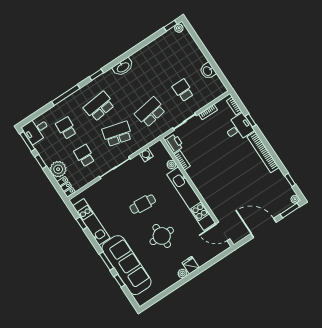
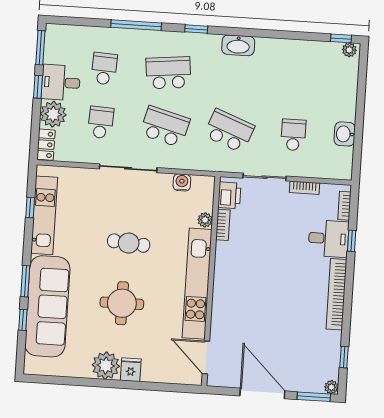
school desk: (150, 112) -> (229, 131), turned 30
desk: (36, 130) -> (61, 82), moved
plant: (182, 273) -> (106, 366), width x1.88, depth x1.88

